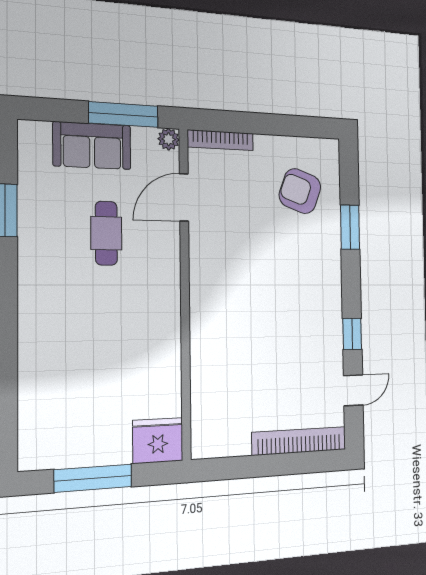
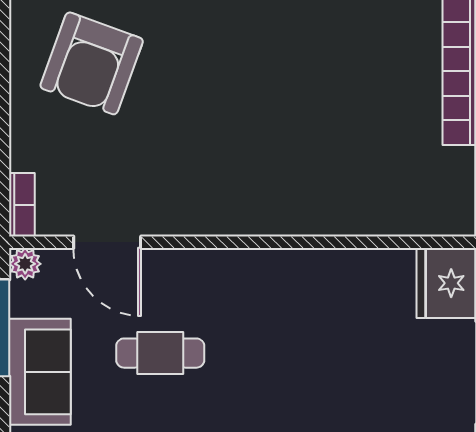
bookcase: (220, 140) -> (22, 205), width x0.64
armchair: (300, 191) -> (92, 63), width x1.36, depth x1.36

